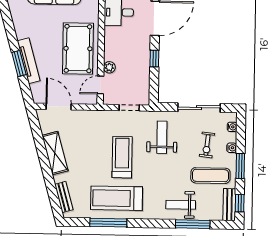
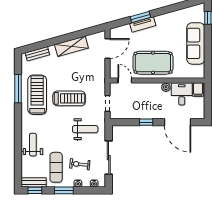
tv unit: (29, 61) -> (143, 25), width x0.71
plant: (109, 67) -> (166, 87), moved
window: (193, 224) -> (18, 154), removed

